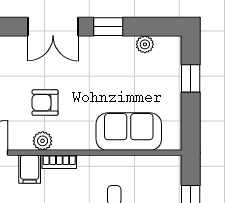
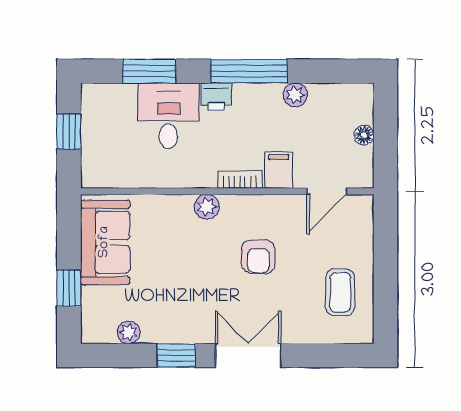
armchair: (45, 103) -> (258, 257), turned 90
sofa: (129, 132) -> (105, 242), moved, turned -90
plant: (43, 141) -> (207, 207), moved

